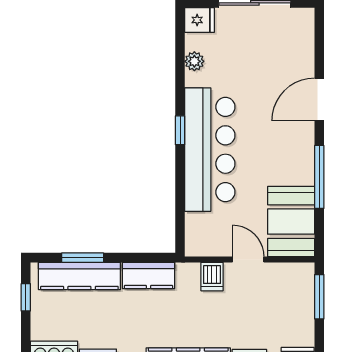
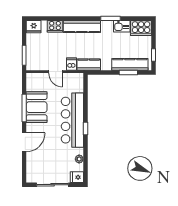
booth: (291, 222) -> (37, 107), moved
kitchen counter: (149, 275) -> (89, 65), moved

